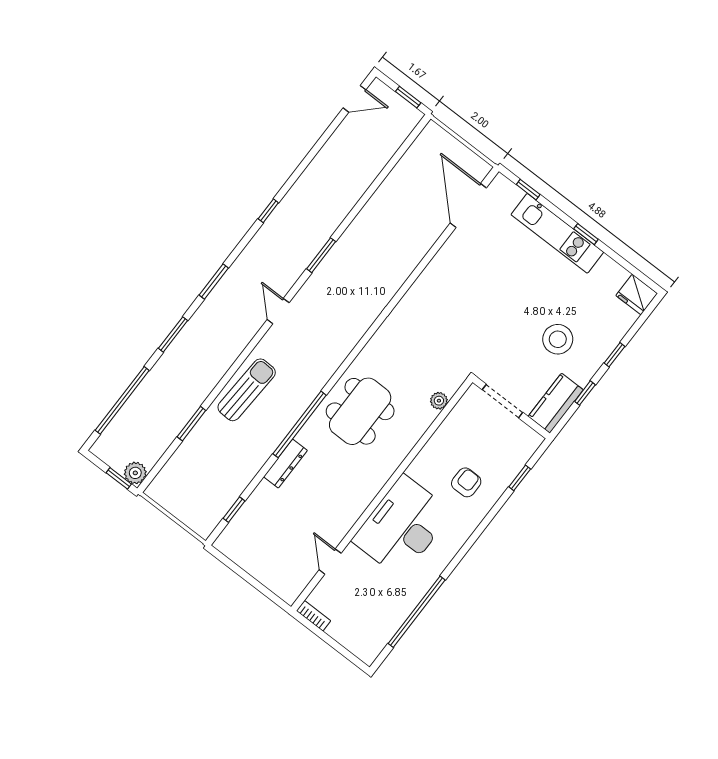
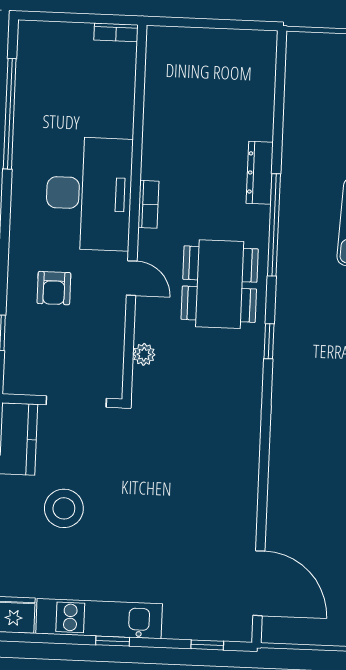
kitchen unit: (557, 233) -> (99, 619), moved
bookcase: (369, 493) -> (148, 204), added
window: (234, 510) -> (269, 341), moved
door: (330, 562) -> (132, 278), moved

